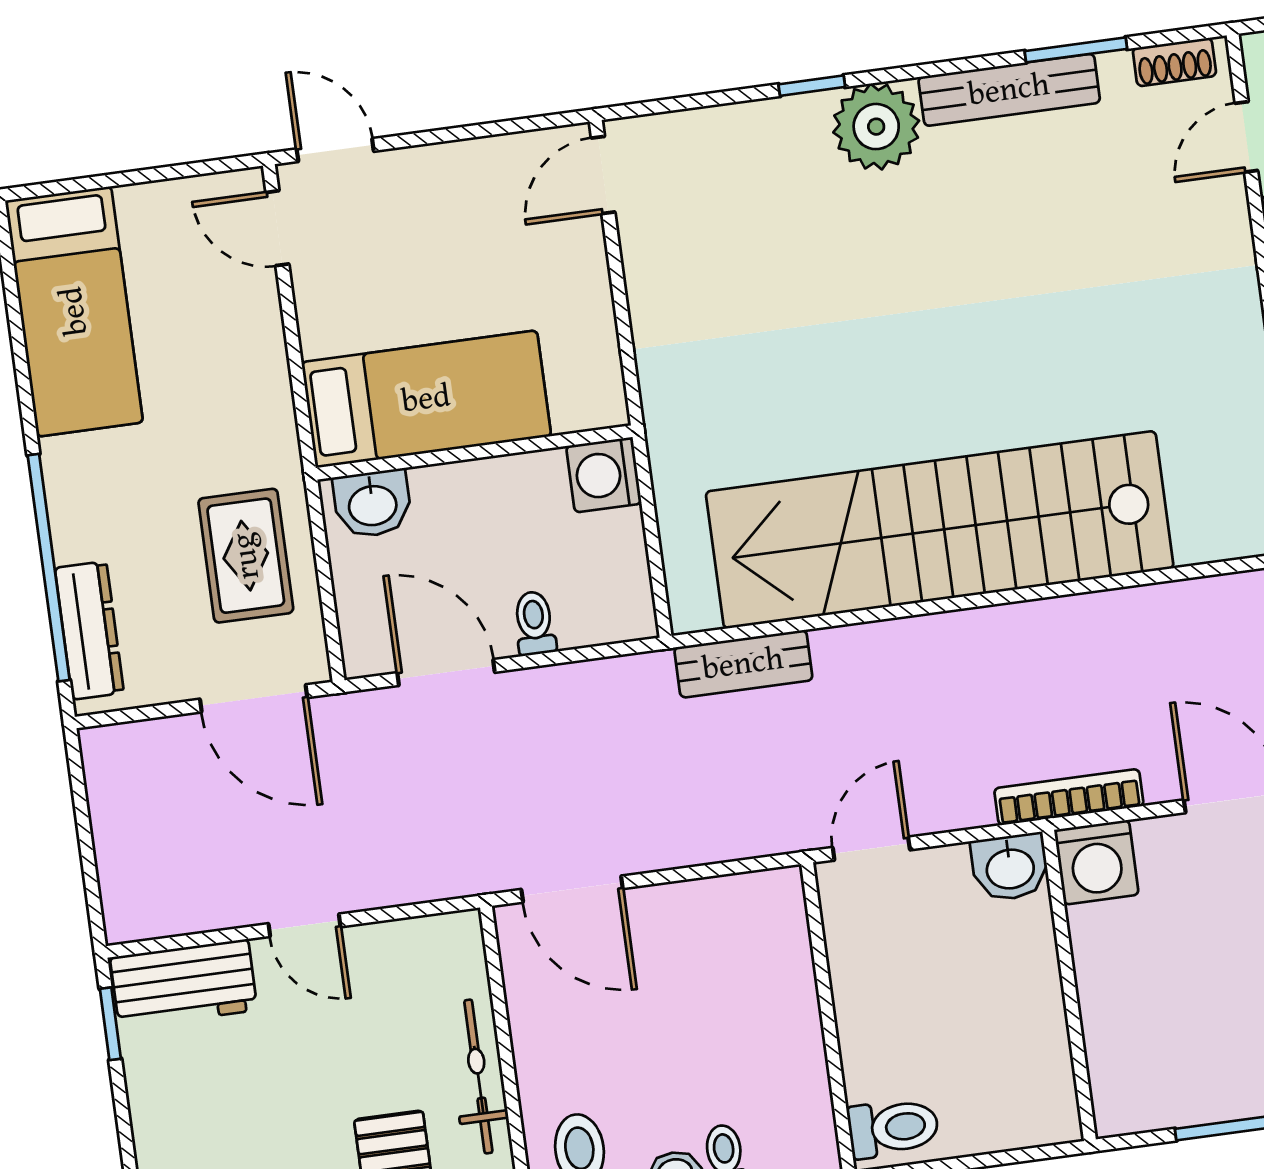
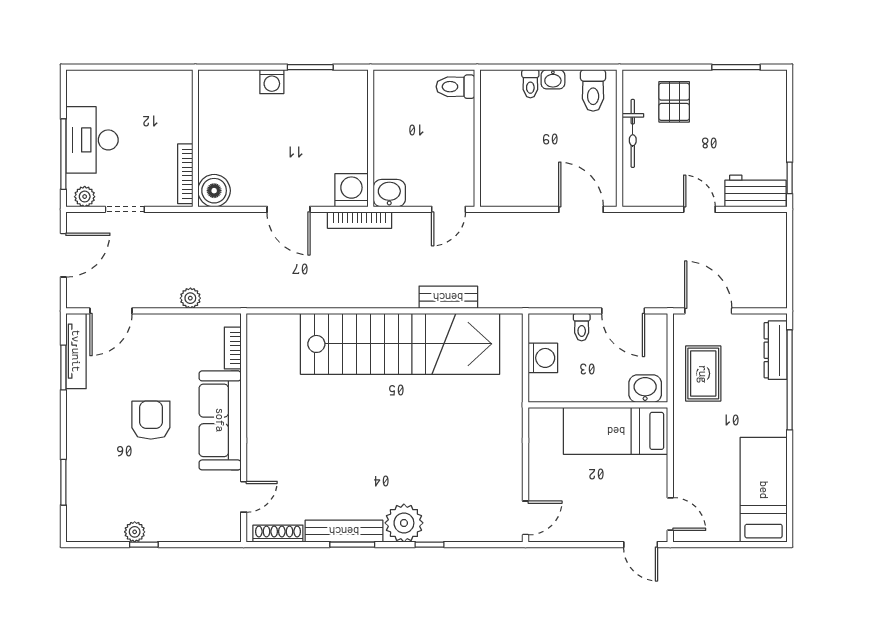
window: (1076, 50) -> (352, 545), moved
shoe rack: (1174, 62) -> (278, 534), width x1.43
washing machine: (604, 475) -> (543, 358), moved
bench: (743, 664) -> (448, 297), moved

